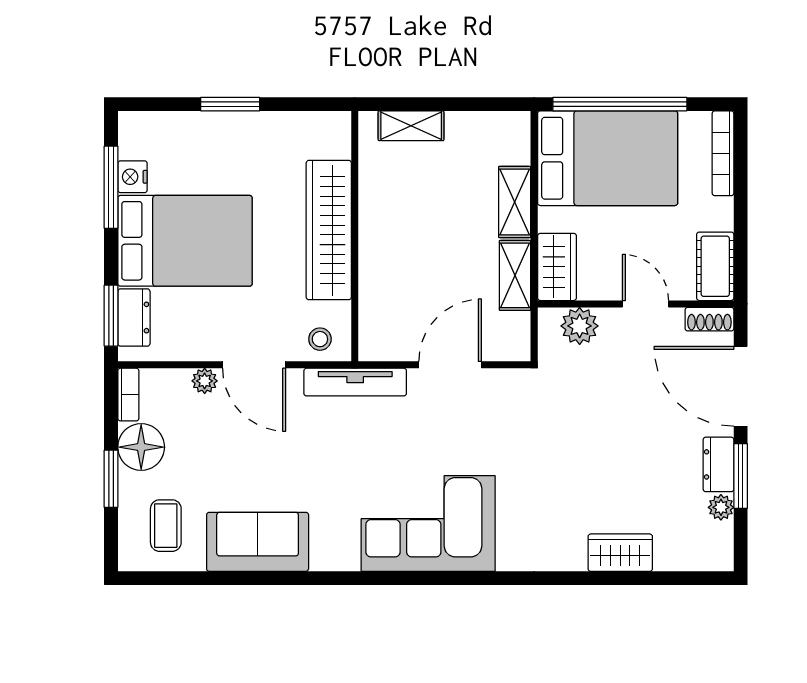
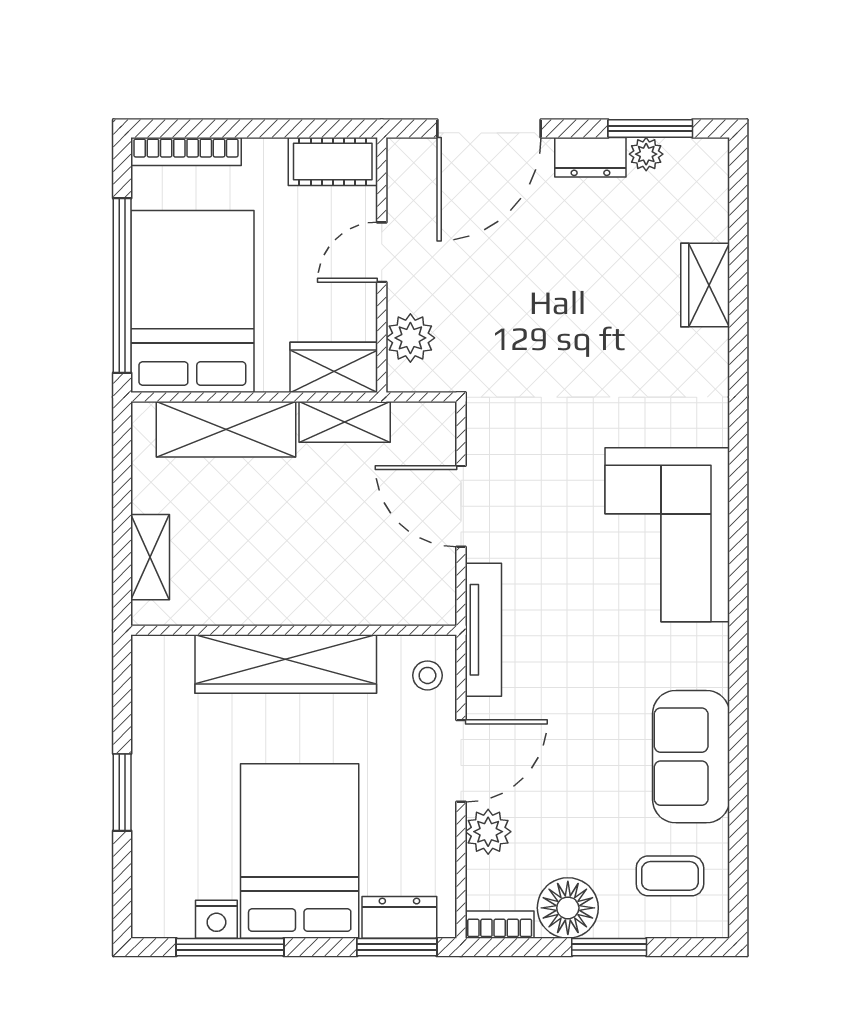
shelving: (515, 202) -> (226, 429), width x1.50, depth x1.33
shoe rack: (709, 319) -> (402, 169), removed
plant: (205, 381) -> (488, 832), width x1.38, depth x1.38
window: (741, 476) -> (650, 129), moved

